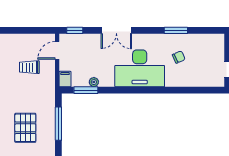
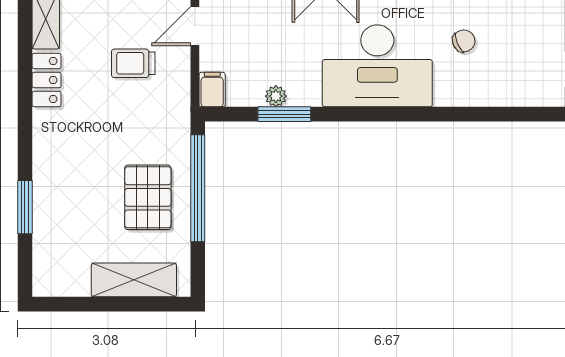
window: (86, 90) -> (284, 114), moved
window: (58, 124) -> (198, 188), width x1.46
pallet: (25, 128) -> (148, 197), moved

